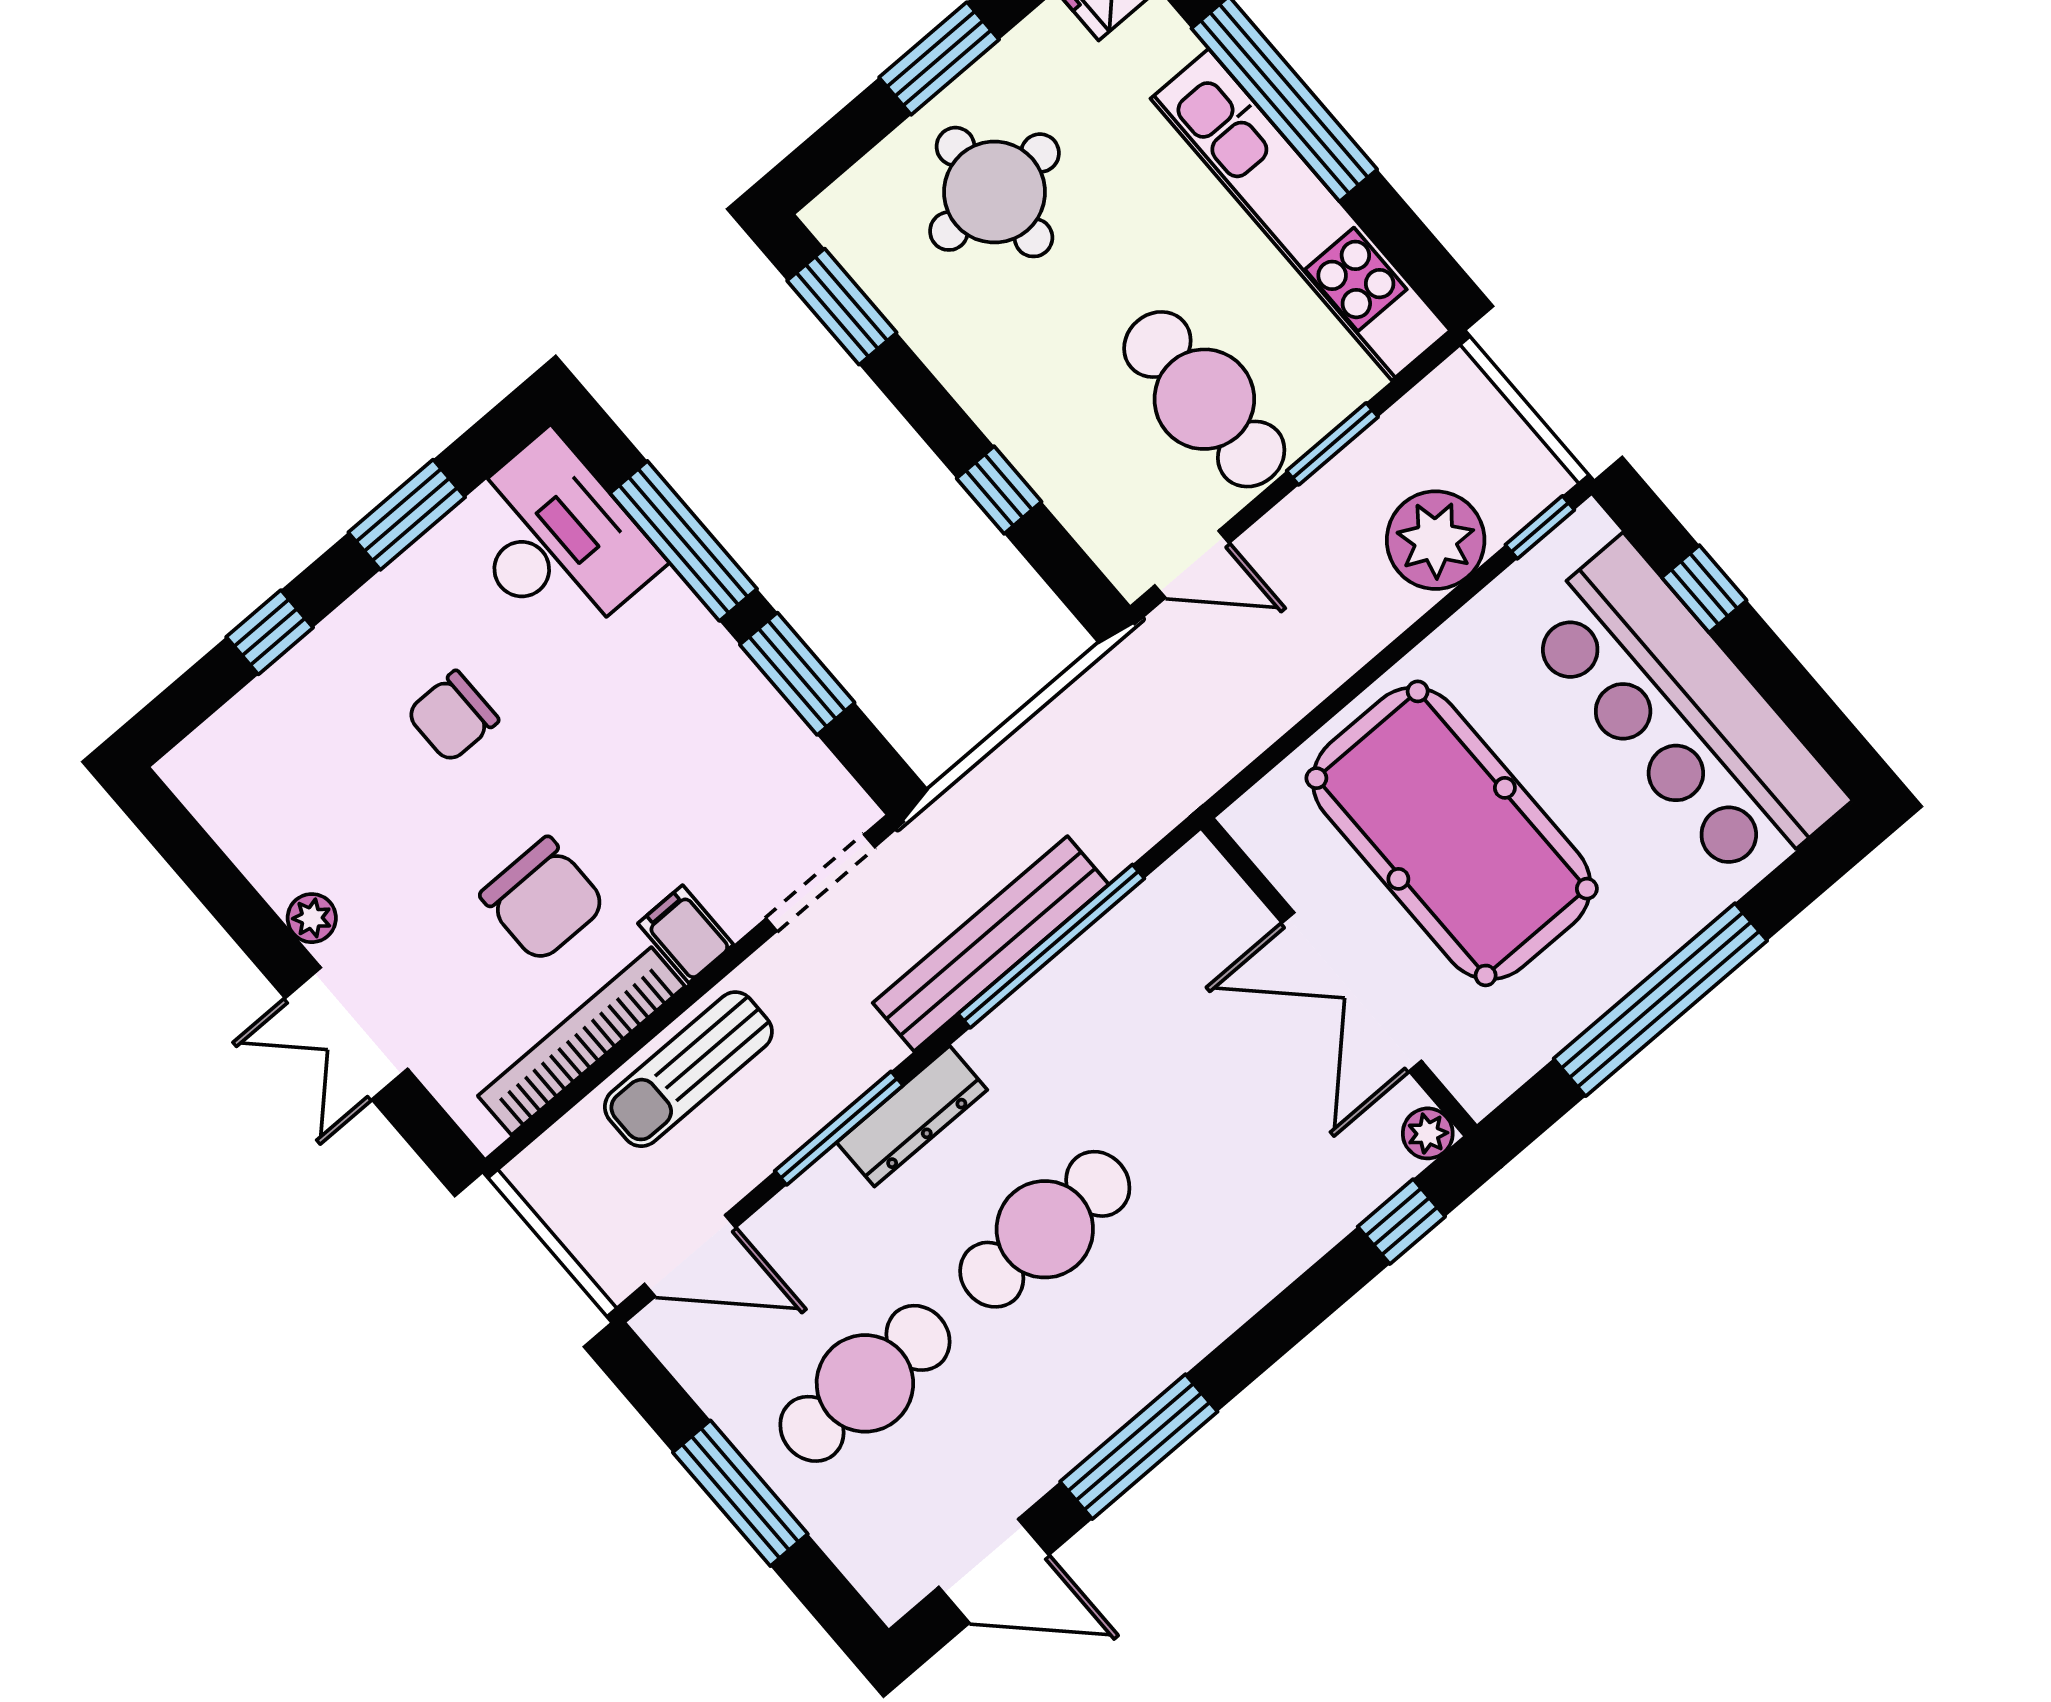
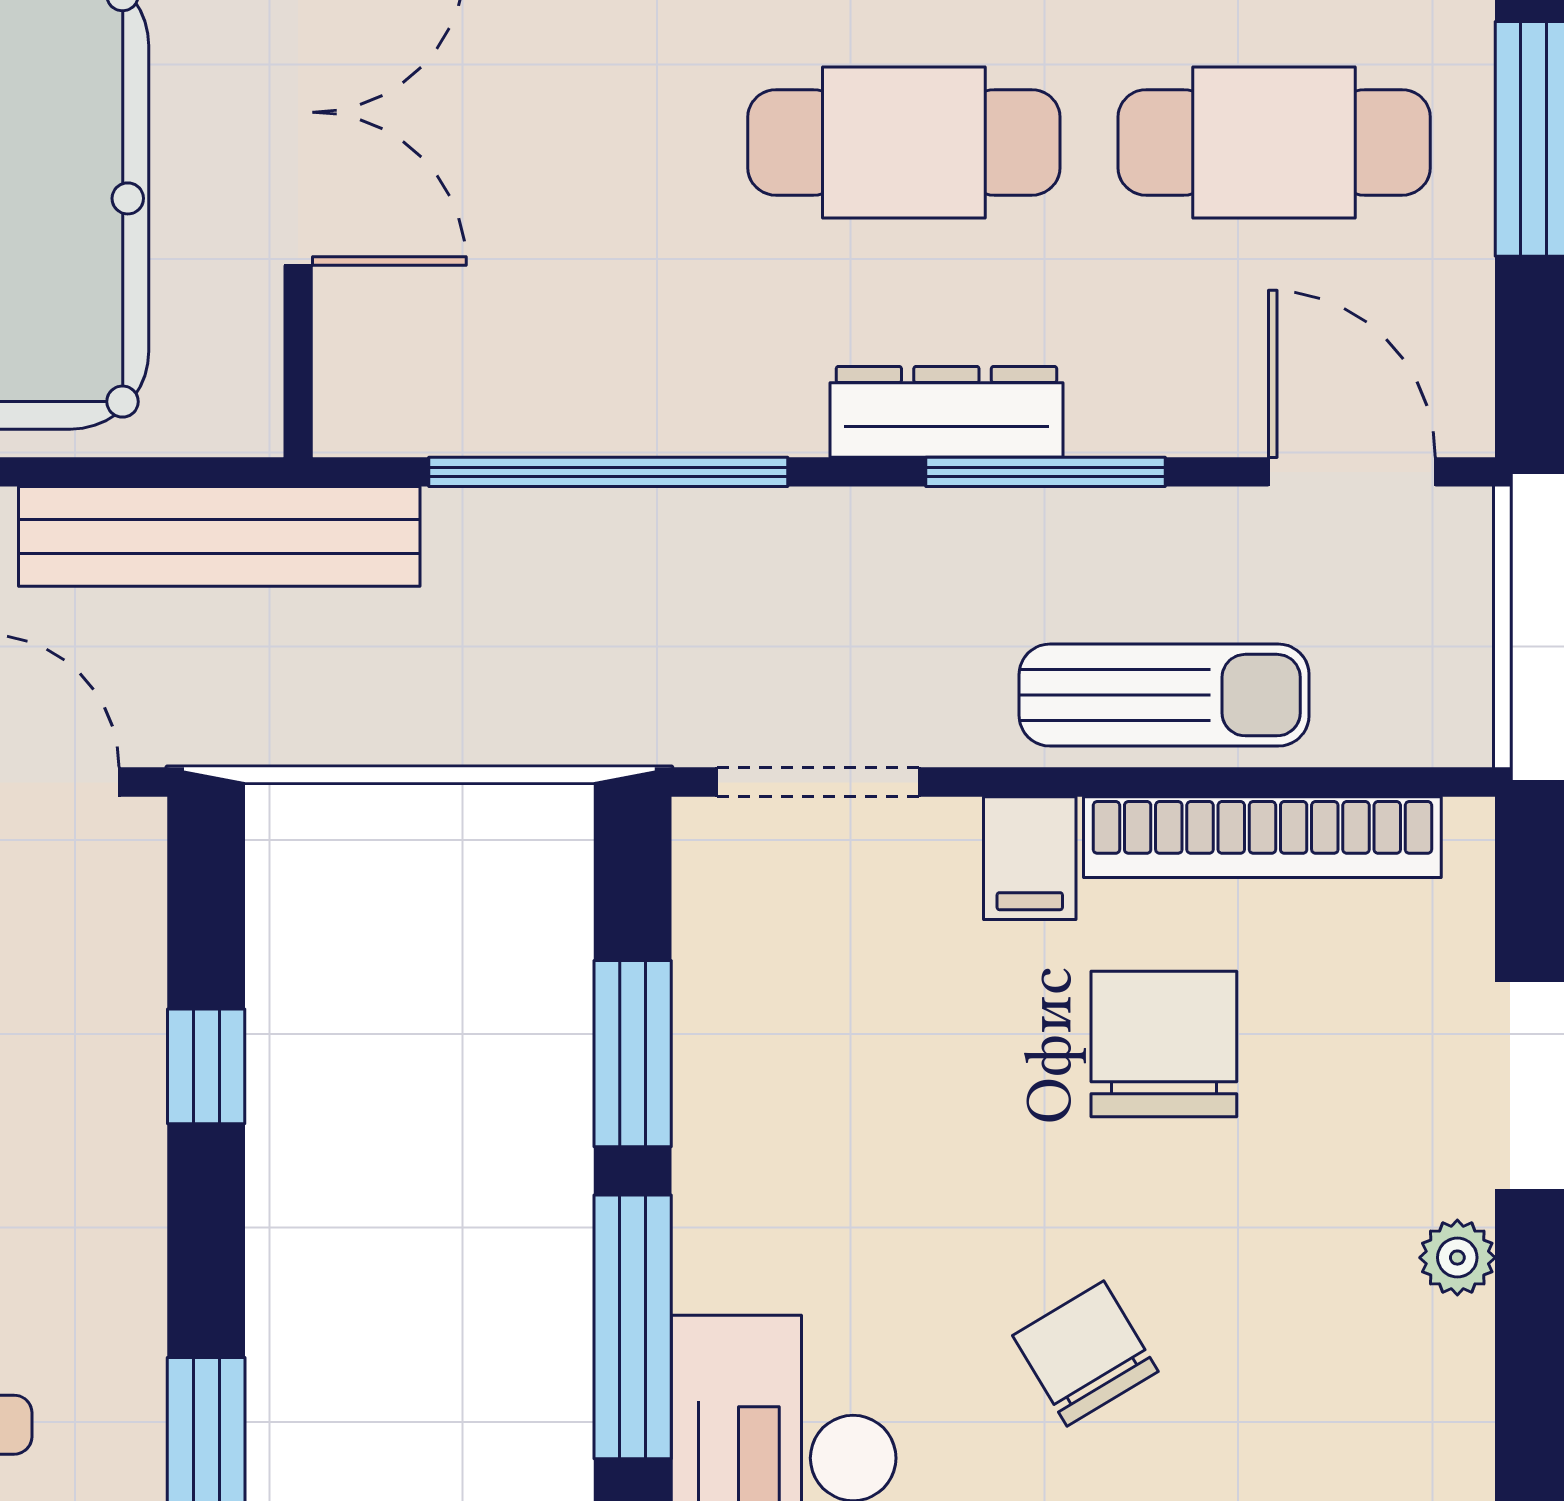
chair: (452, 717) -> (1085, 1353), turned -121
bench: (991, 944) -> (219, 536), moved

